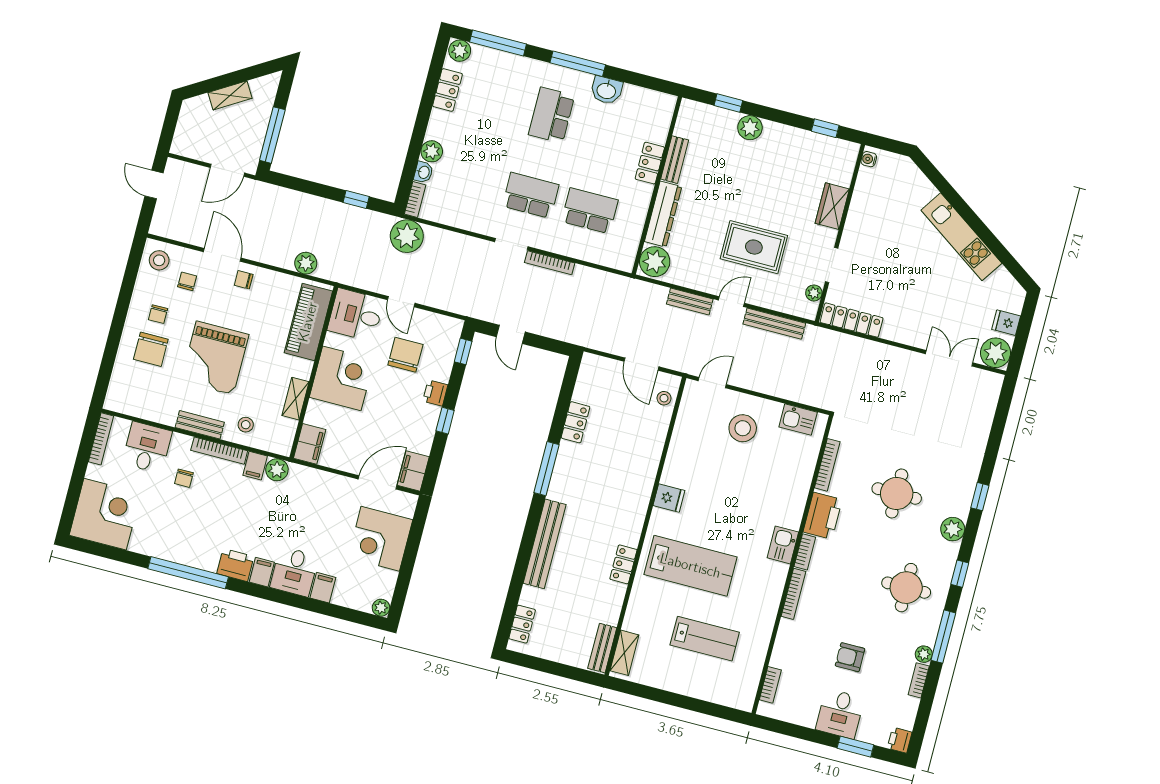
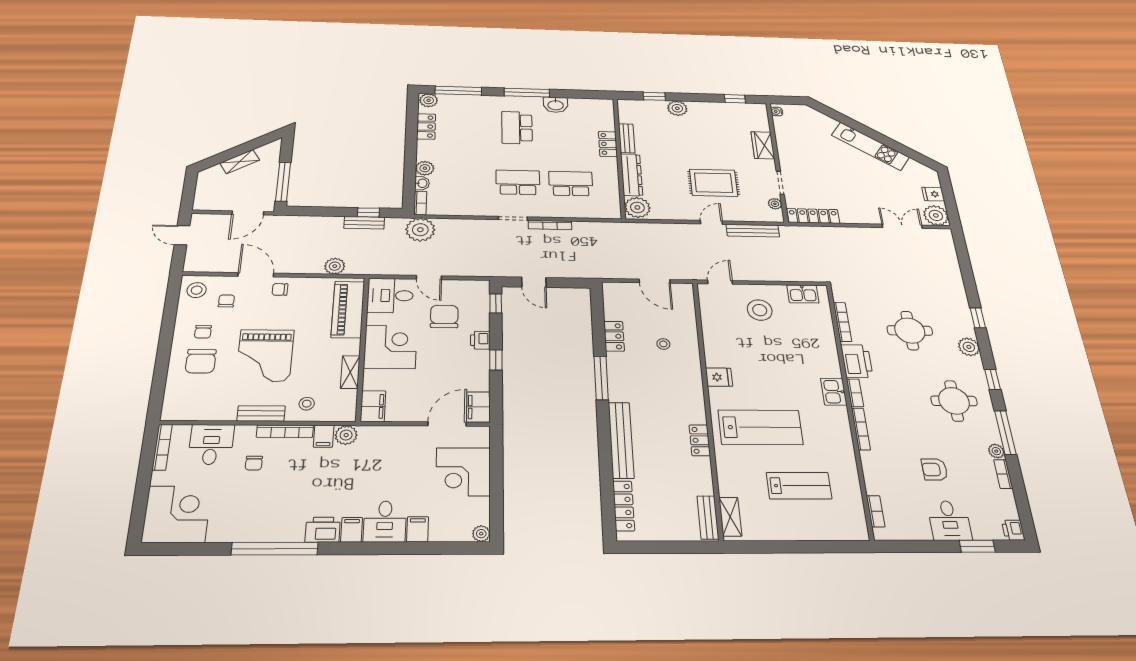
bench: (690, 302) -> (364, 223), moved
stool: (664, 398) -> (663, 344), moved
locker: (522, 624) -> (624, 506), width x1.53

